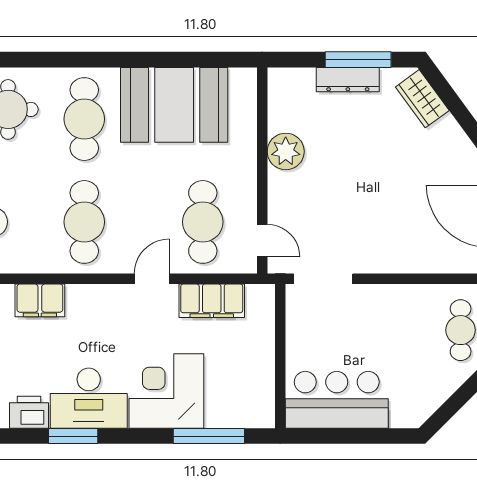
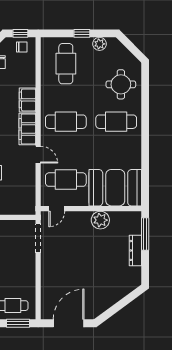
window: (358, 60) -> (145, 234), moved
wardrobe: (422, 99) -> (126, 287), removed
booth: (174, 105) -> (115, 188), moved, turned 90
filing cabinet: (212, 301) -> (27, 129), moved

